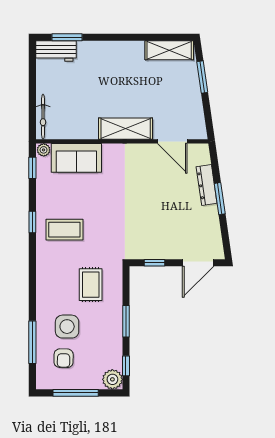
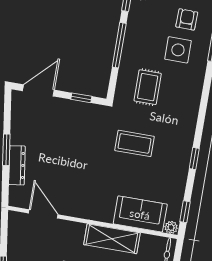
shelving: (126, 129) -> (112, 239), moved
coffee table: (64, 230) -> (134, 143), moved
window: (126, 321) -> (119, 45), width x1.44

